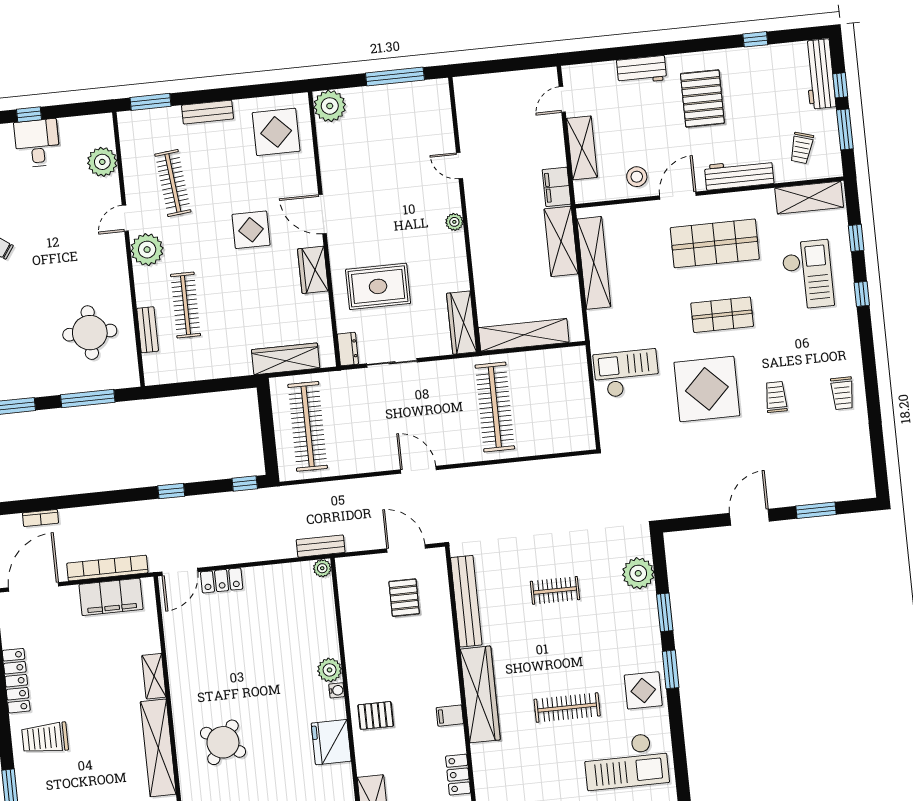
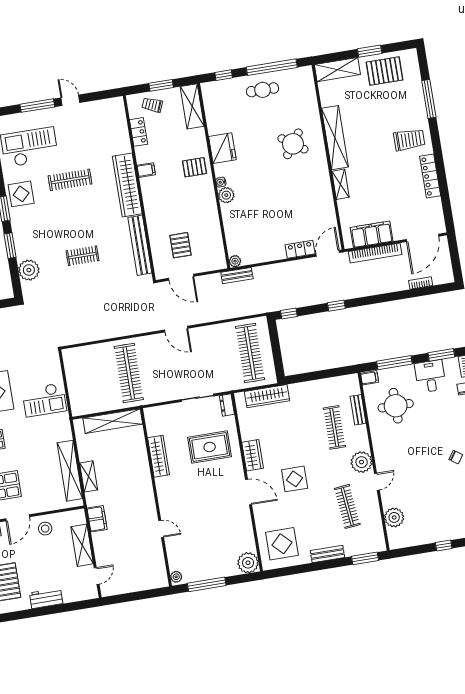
desk: (37, 143) -> (430, 376), moved, turned 180
plant: (454, 222) -> (176, 577), moved
shelving: (561, 241) -> (89, 476), width x0.67, depth x0.75
wardrobe: (462, 323) -> (159, 456), moved
filing cabinet: (127, 378) -> (370, 378), added

